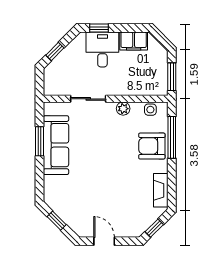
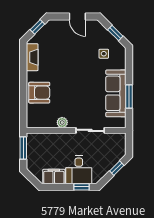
side table: (150, 110) -> (104, 54), moved
window: (172, 137) -> (23, 100), removed

